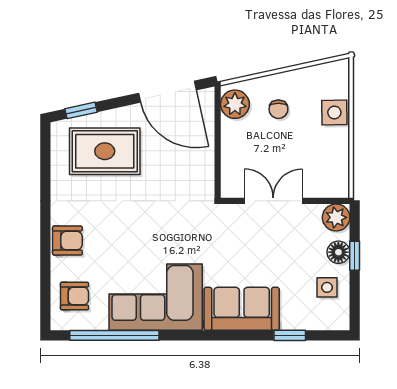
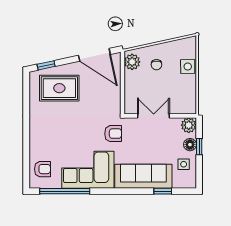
armchair: (67, 241) -> (113, 134), moved
sofa: (242, 309) -> (143, 176), width x1.36

